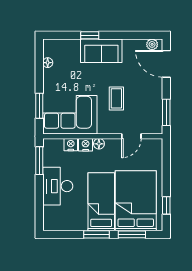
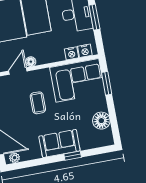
floor lamp: (48, 63) -> (101, 121), width x1.89, depth x1.89
floor lamp: (99, 144) -> (31, 62), moved
nightstand: (86, 145) -> (85, 51), moved
window: (39, 161) -> (94, 17), moved

